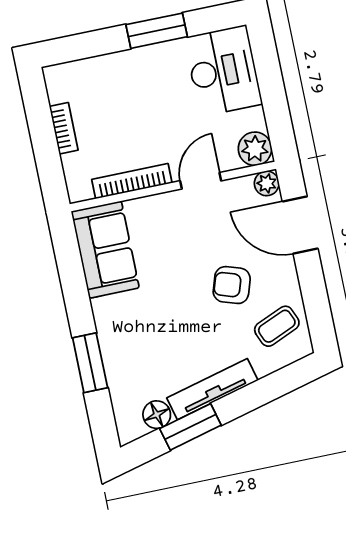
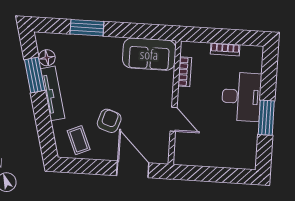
desk: (223, 71) -> (241, 97), moved, turned -90
plant: (255, 149) -> (183, 155), removed
bookcase: (132, 181) -> (185, 72), width x0.64
plant: (267, 183) -> (162, 157), removed
door: (300, 225) -> (133, 169), hinge flipped

